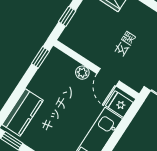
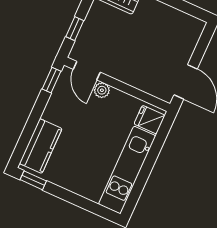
door: (108, 77) -> (87, 71), moved

